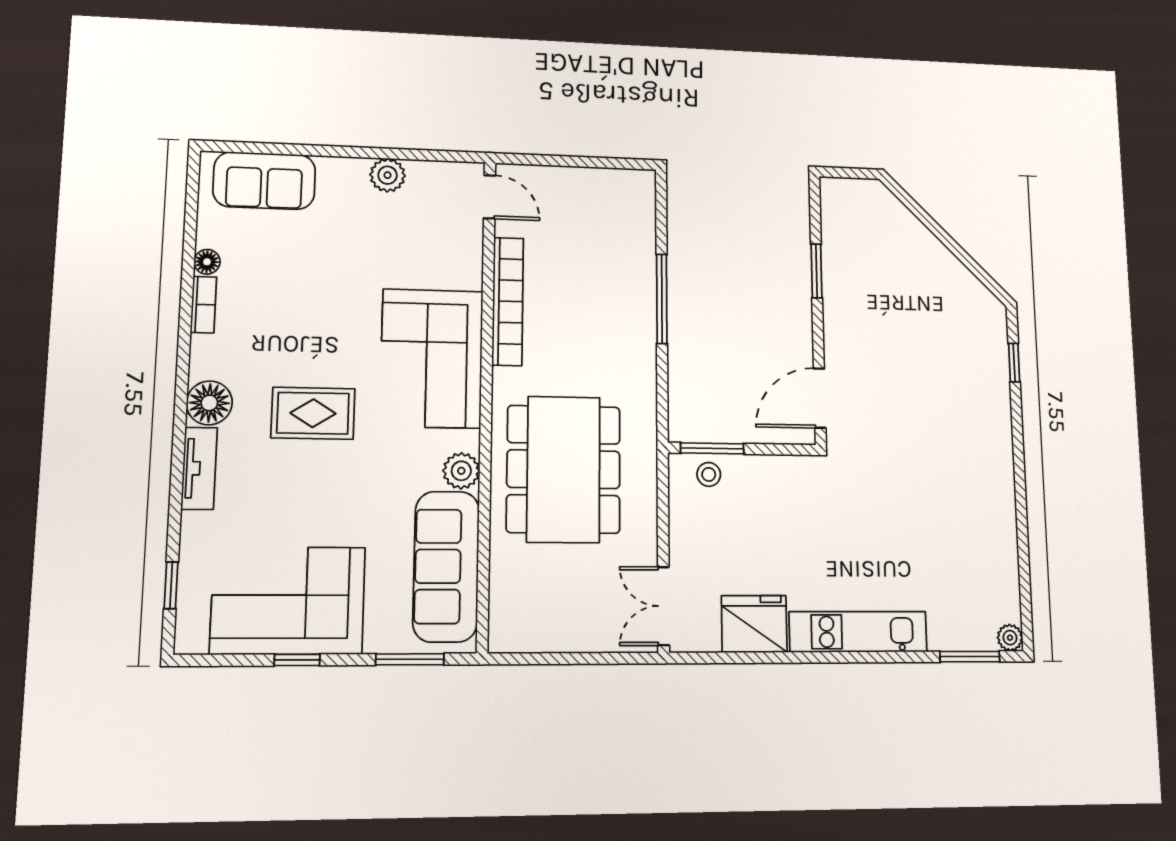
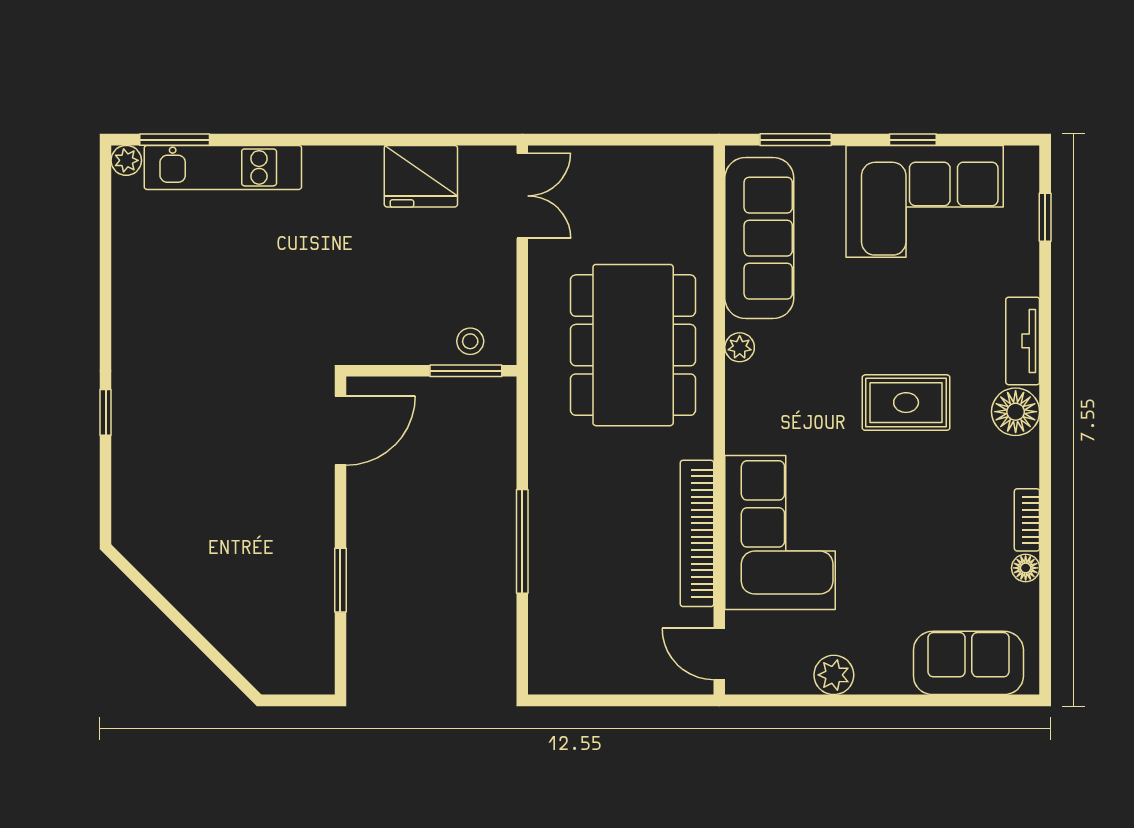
corner sofa: (432, 358) -> (780, 532), moved
window: (1014, 363) -> (106, 412), moved
plant: (461, 471) -> (740, 347), width x0.73, depth x0.73
kitchen unit: (858, 632) -> (223, 167), moved

